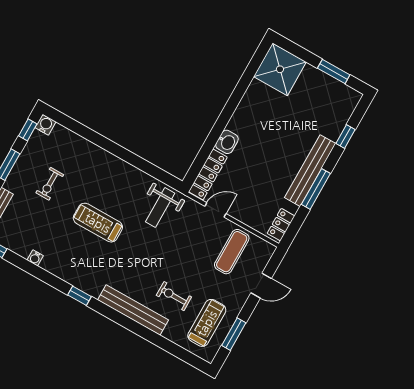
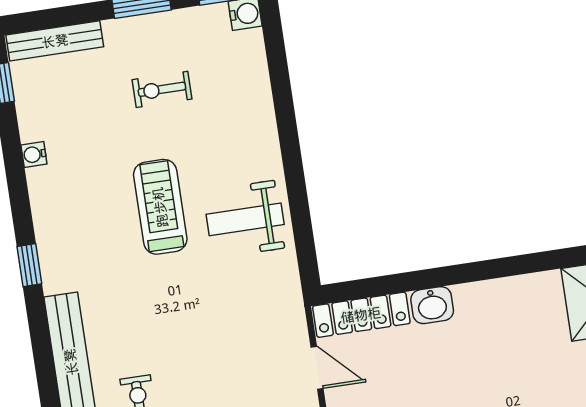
weight bench: (160, 208) -> (245, 219), moved

